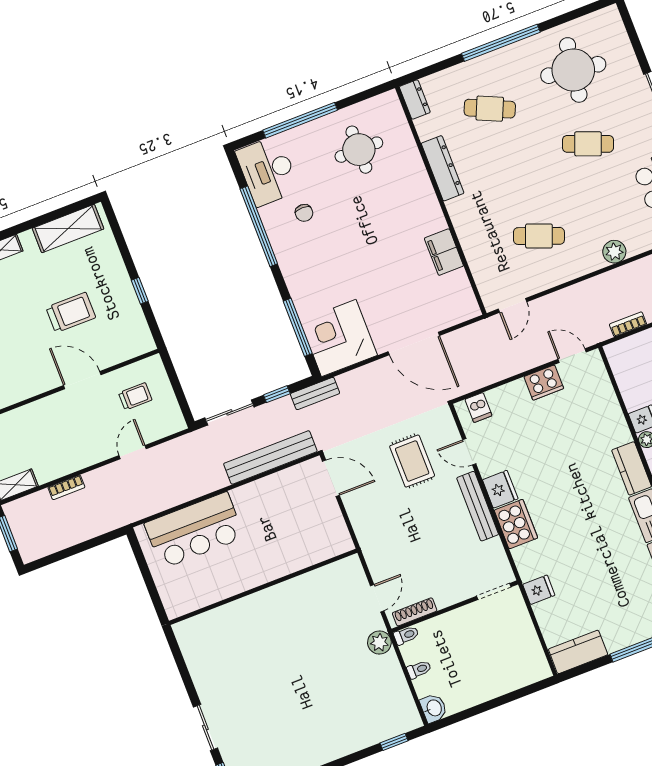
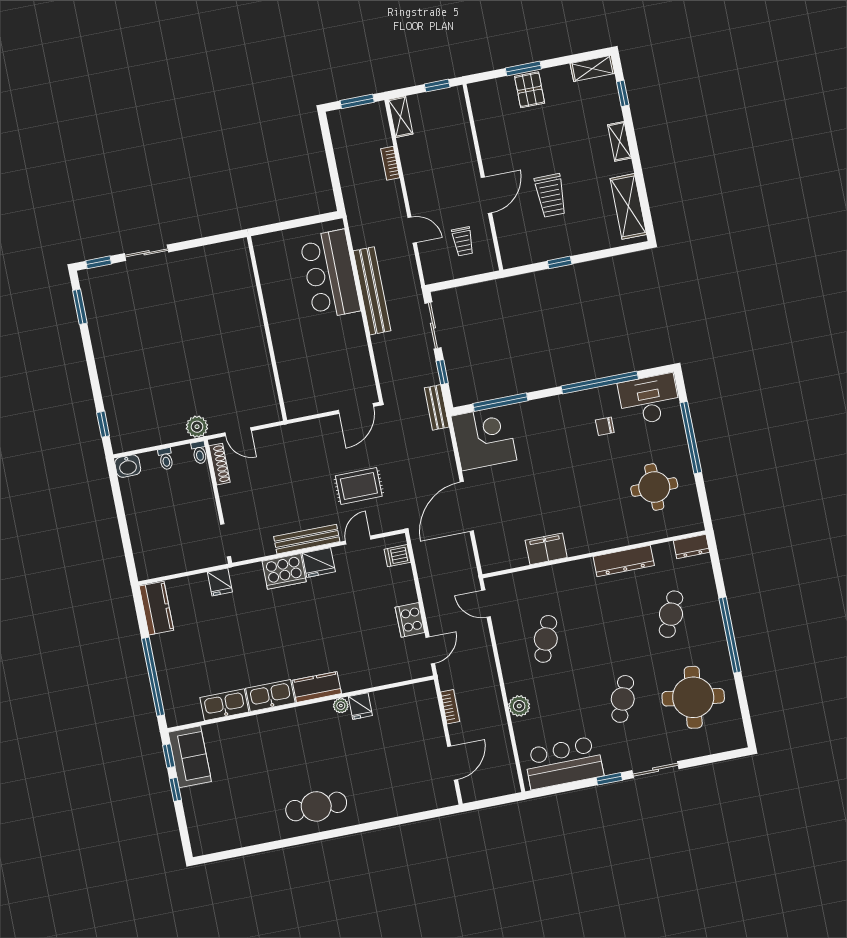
bench: (270, 457) -> (372, 291), moved

